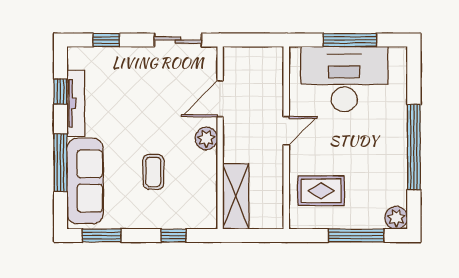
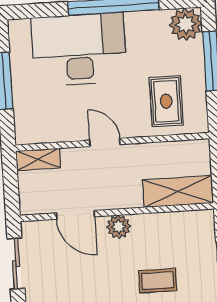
shelving: (274, 67) -> (38, 159), added
desk: (344, 79) -> (79, 50), moved, turned 90
plant: (396, 218) -> (186, 24), width x1.36, depth x1.36

